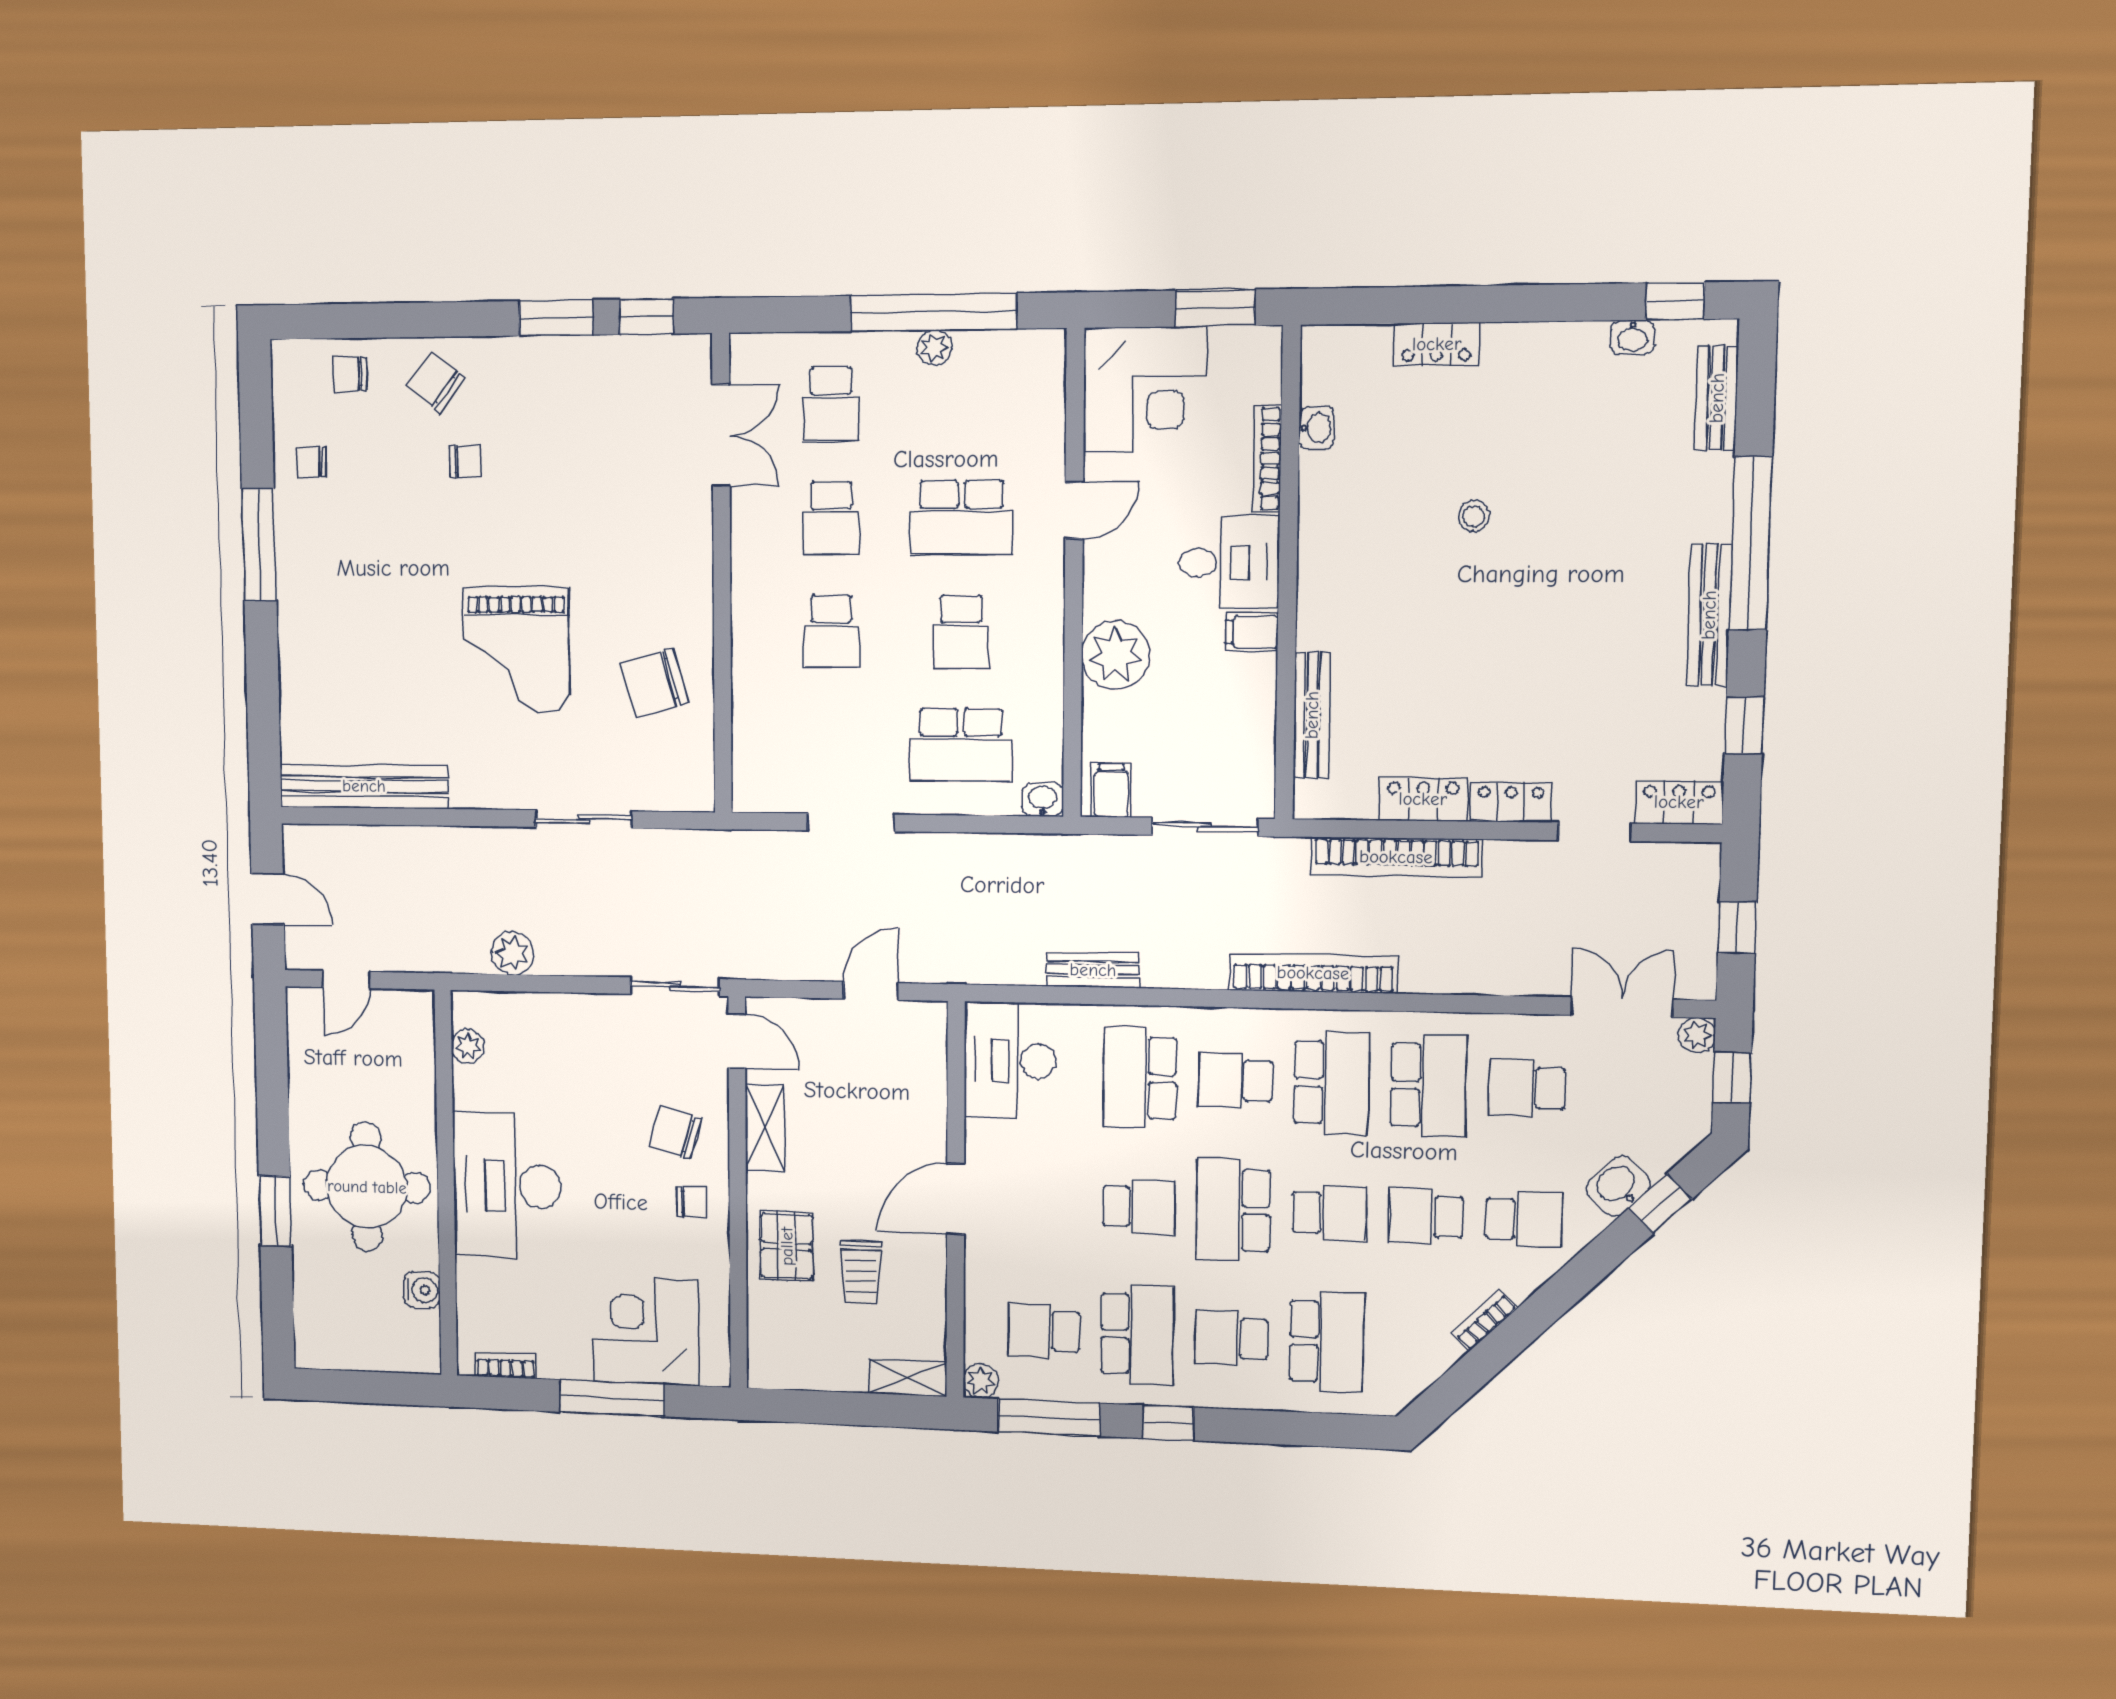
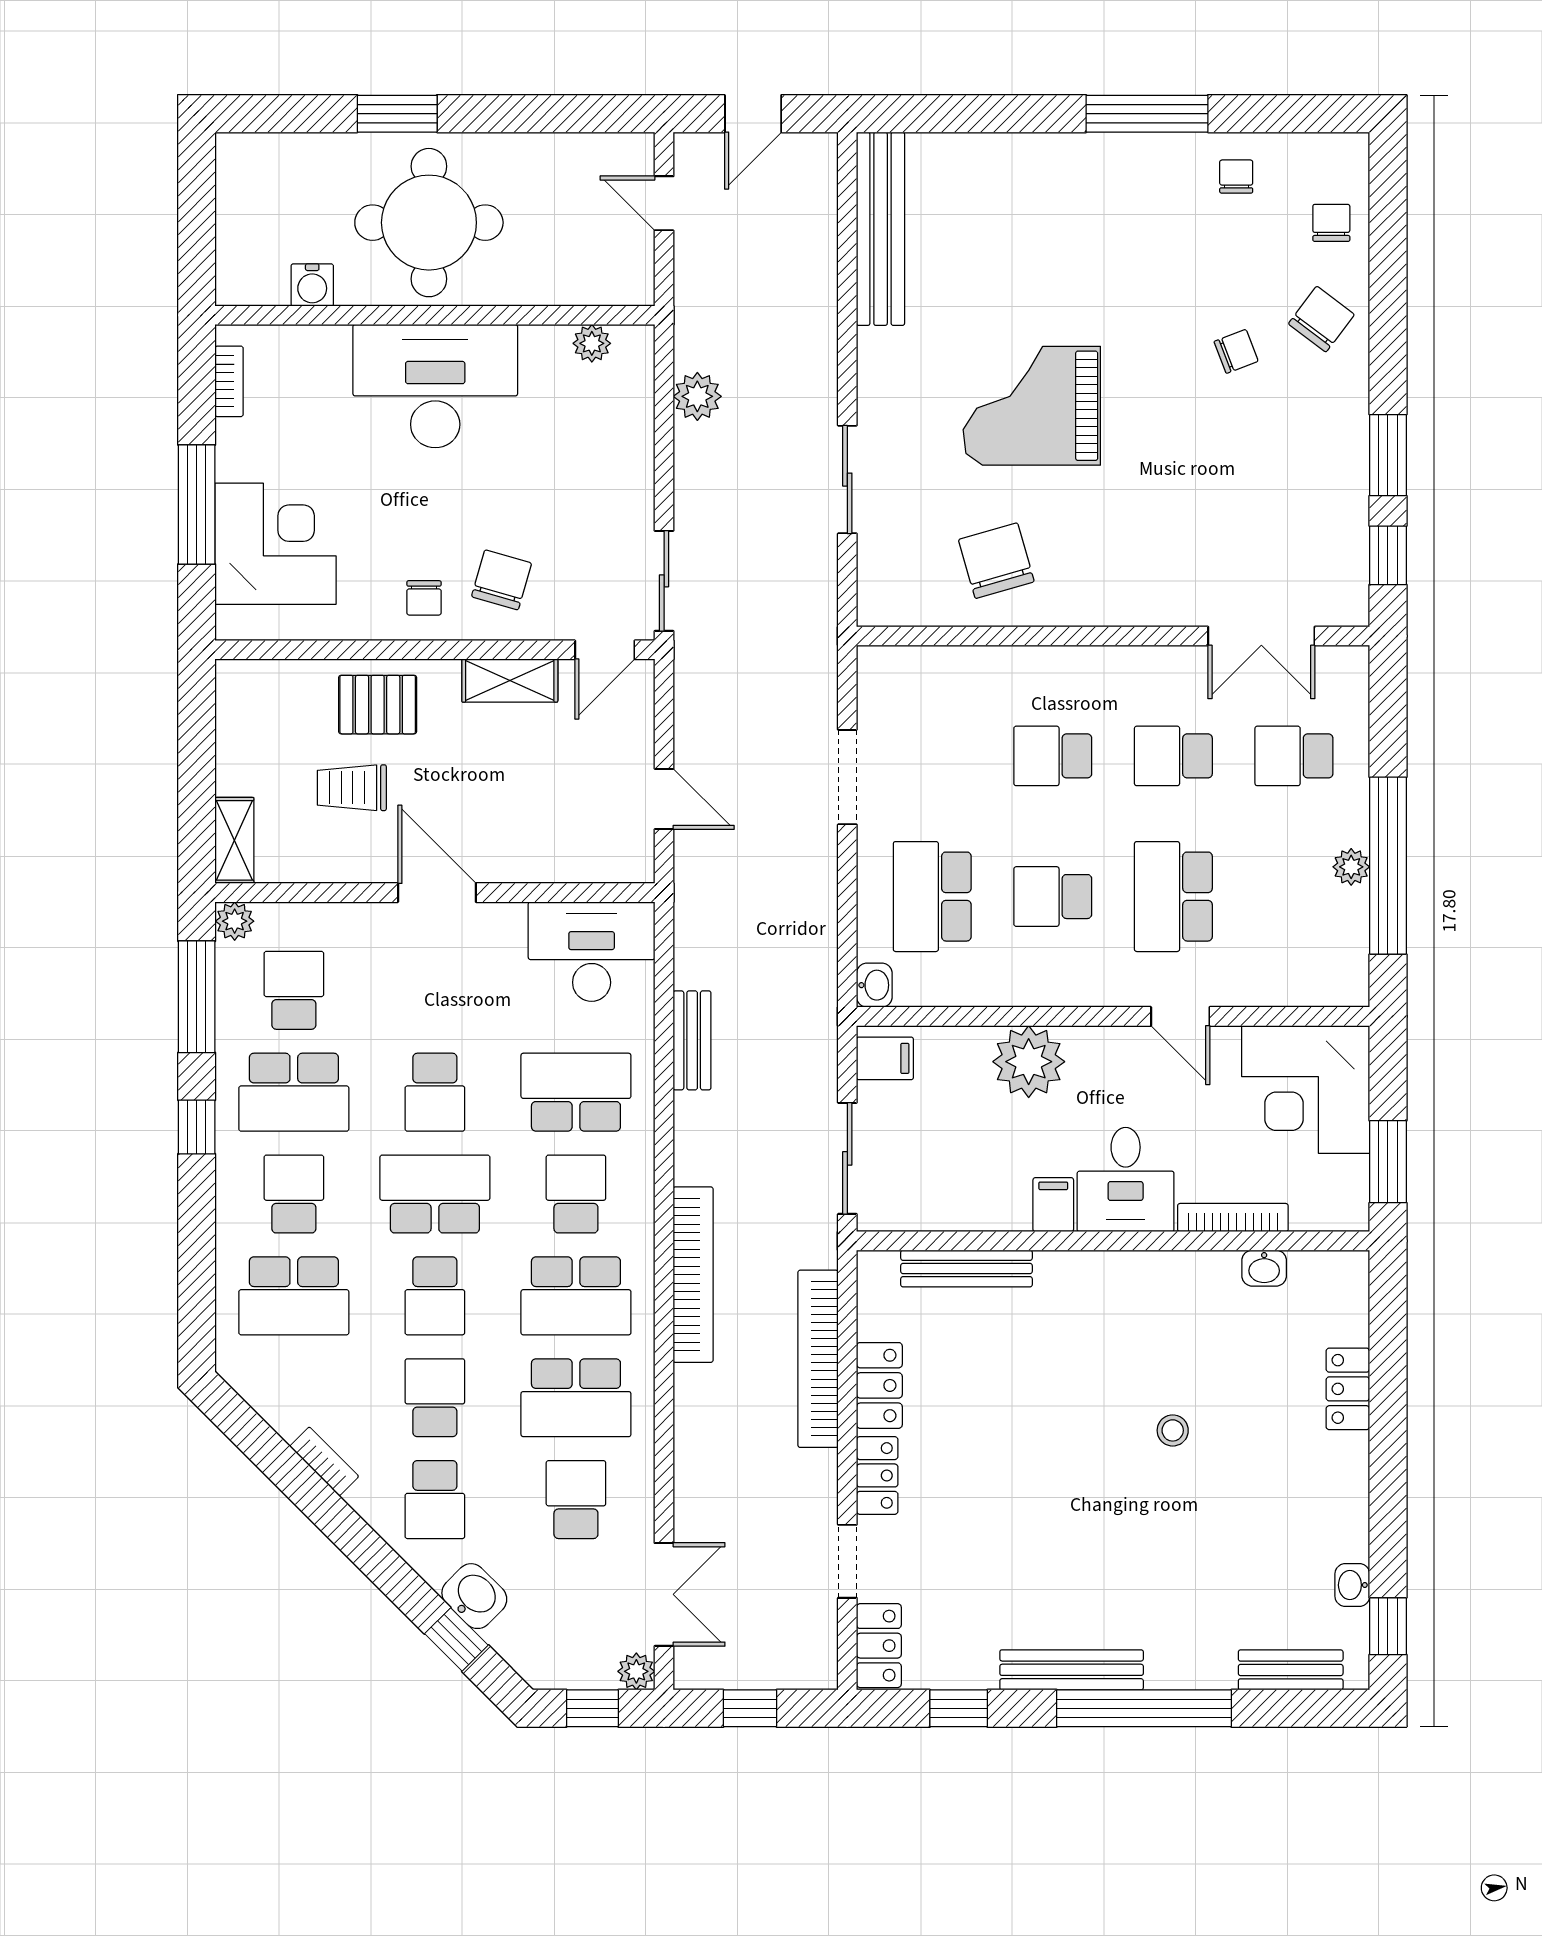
chair: (465, 461) -> (1236, 351), turned -111

